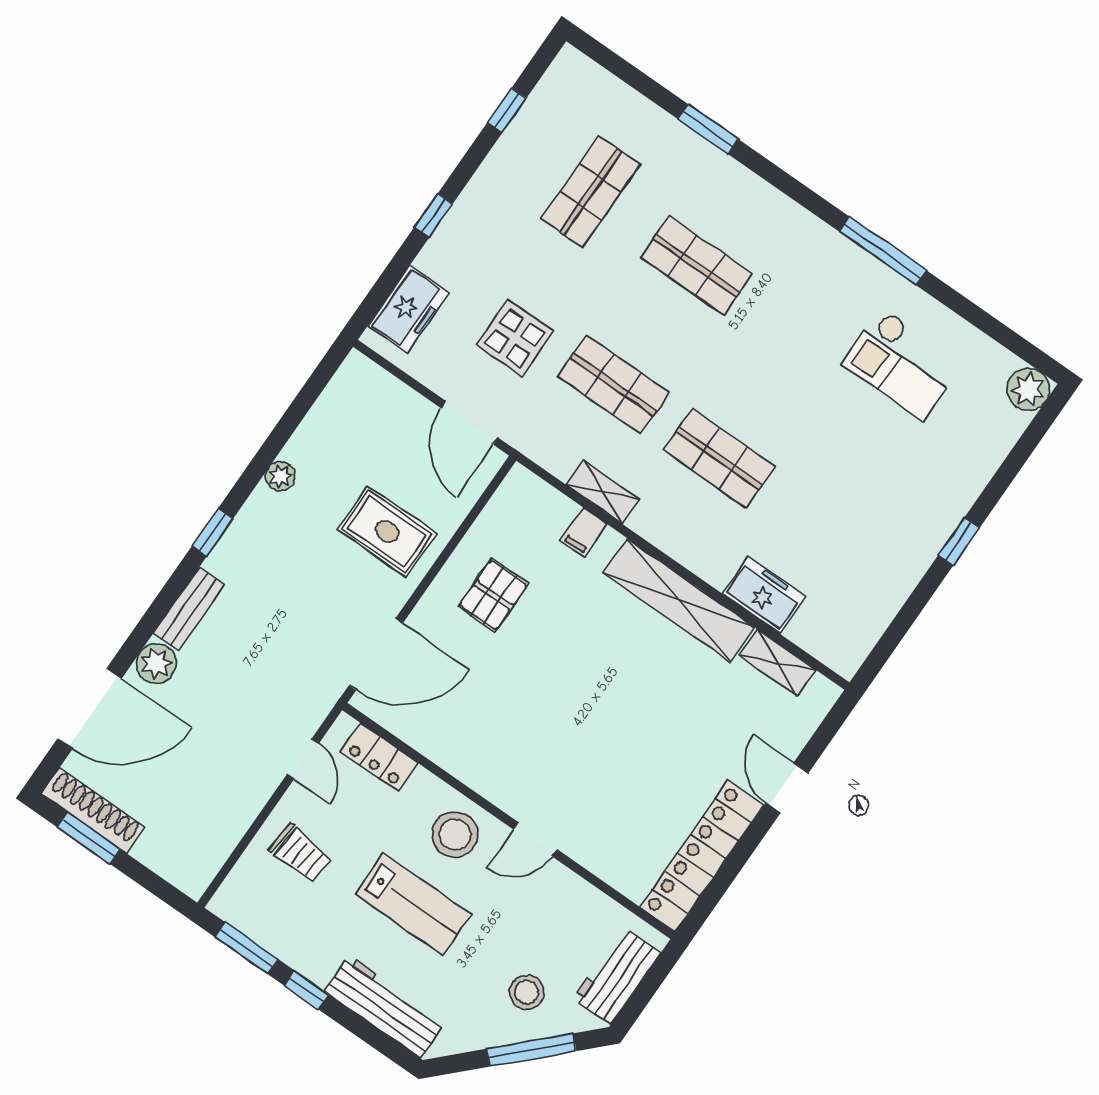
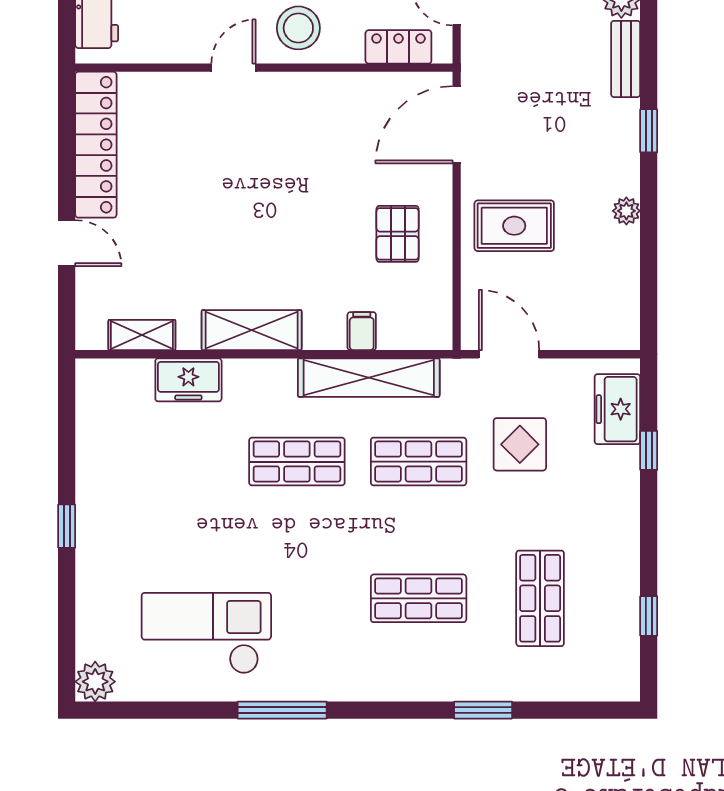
window: (433, 216) -> (649, 450), moved
checkout: (902, 364) -> (206, 633), width x1.36, depth x1.21
shelving: (603, 492) -> (369, 378), width x2.20, depth x1.33
shelving: (679, 600) -> (252, 330), width x0.68

